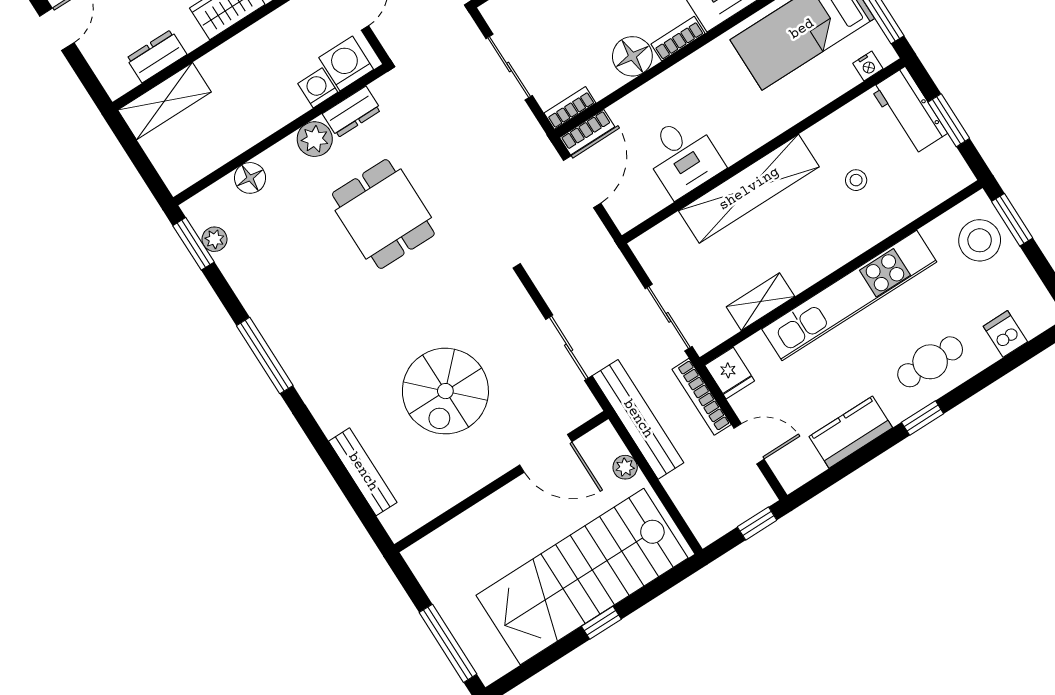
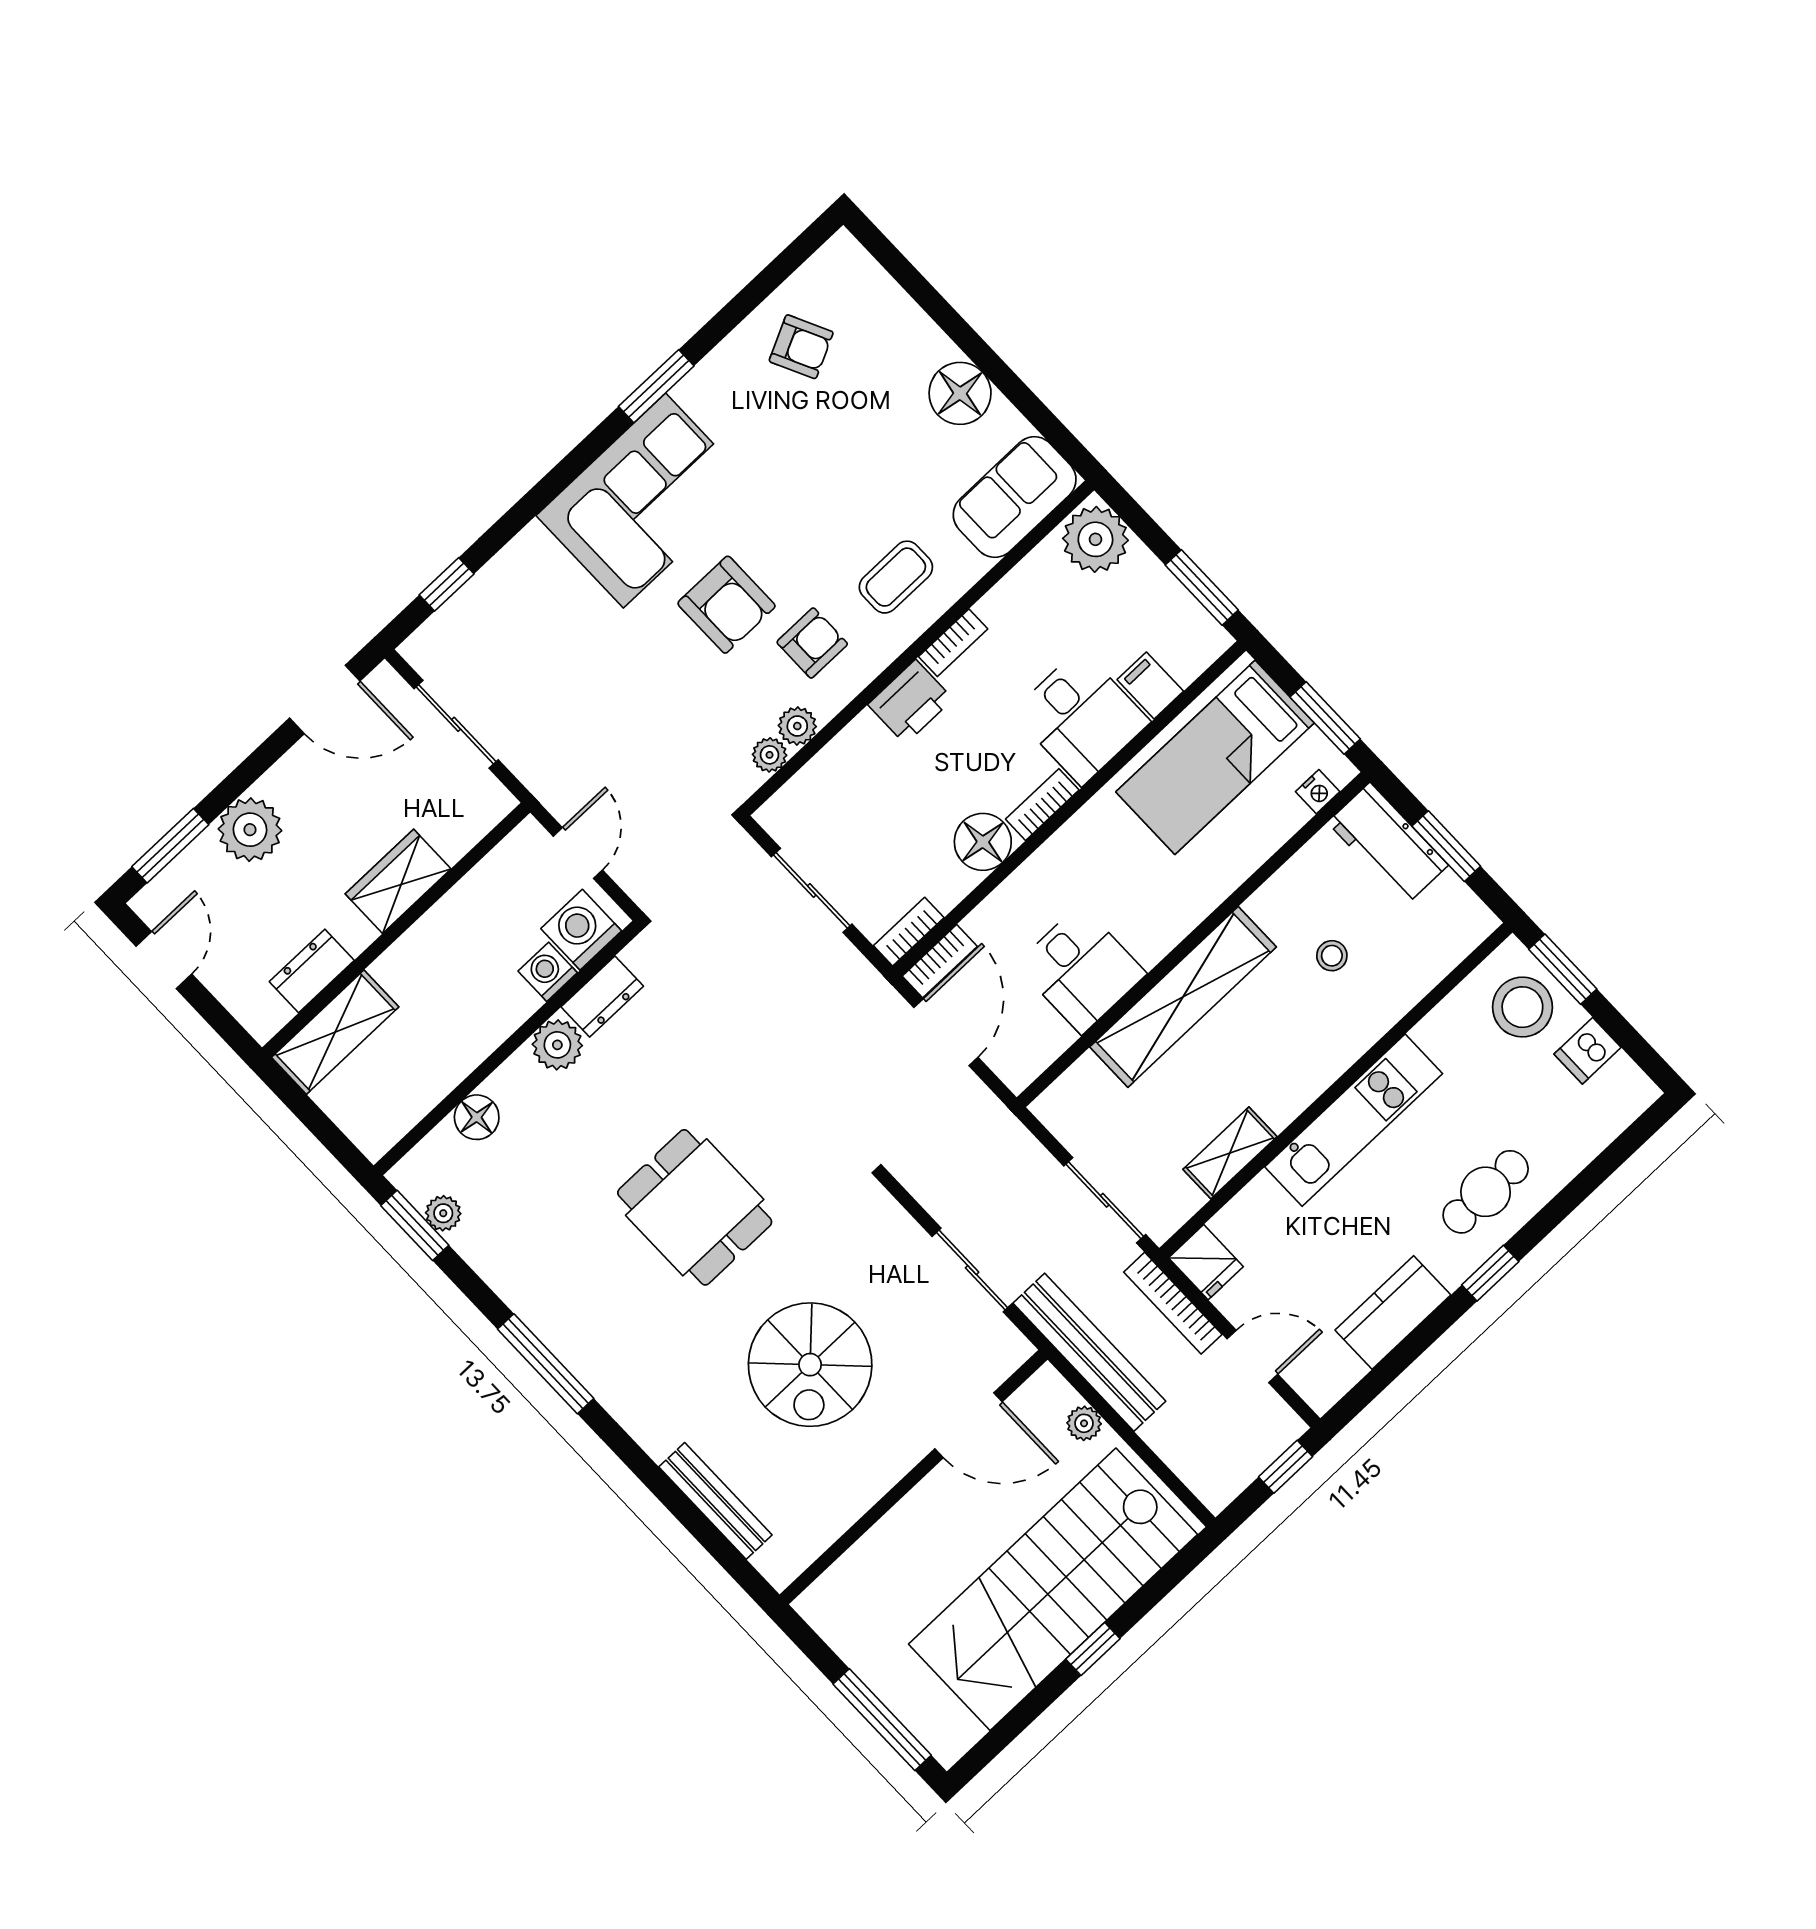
dining table: (383, 214) -> (695, 1207), moved
kitchen unit: (849, 295) -> (1354, 1120), width x0.73
dishwasher: (1005, 334) -> (1588, 1051), moved, turned -90

